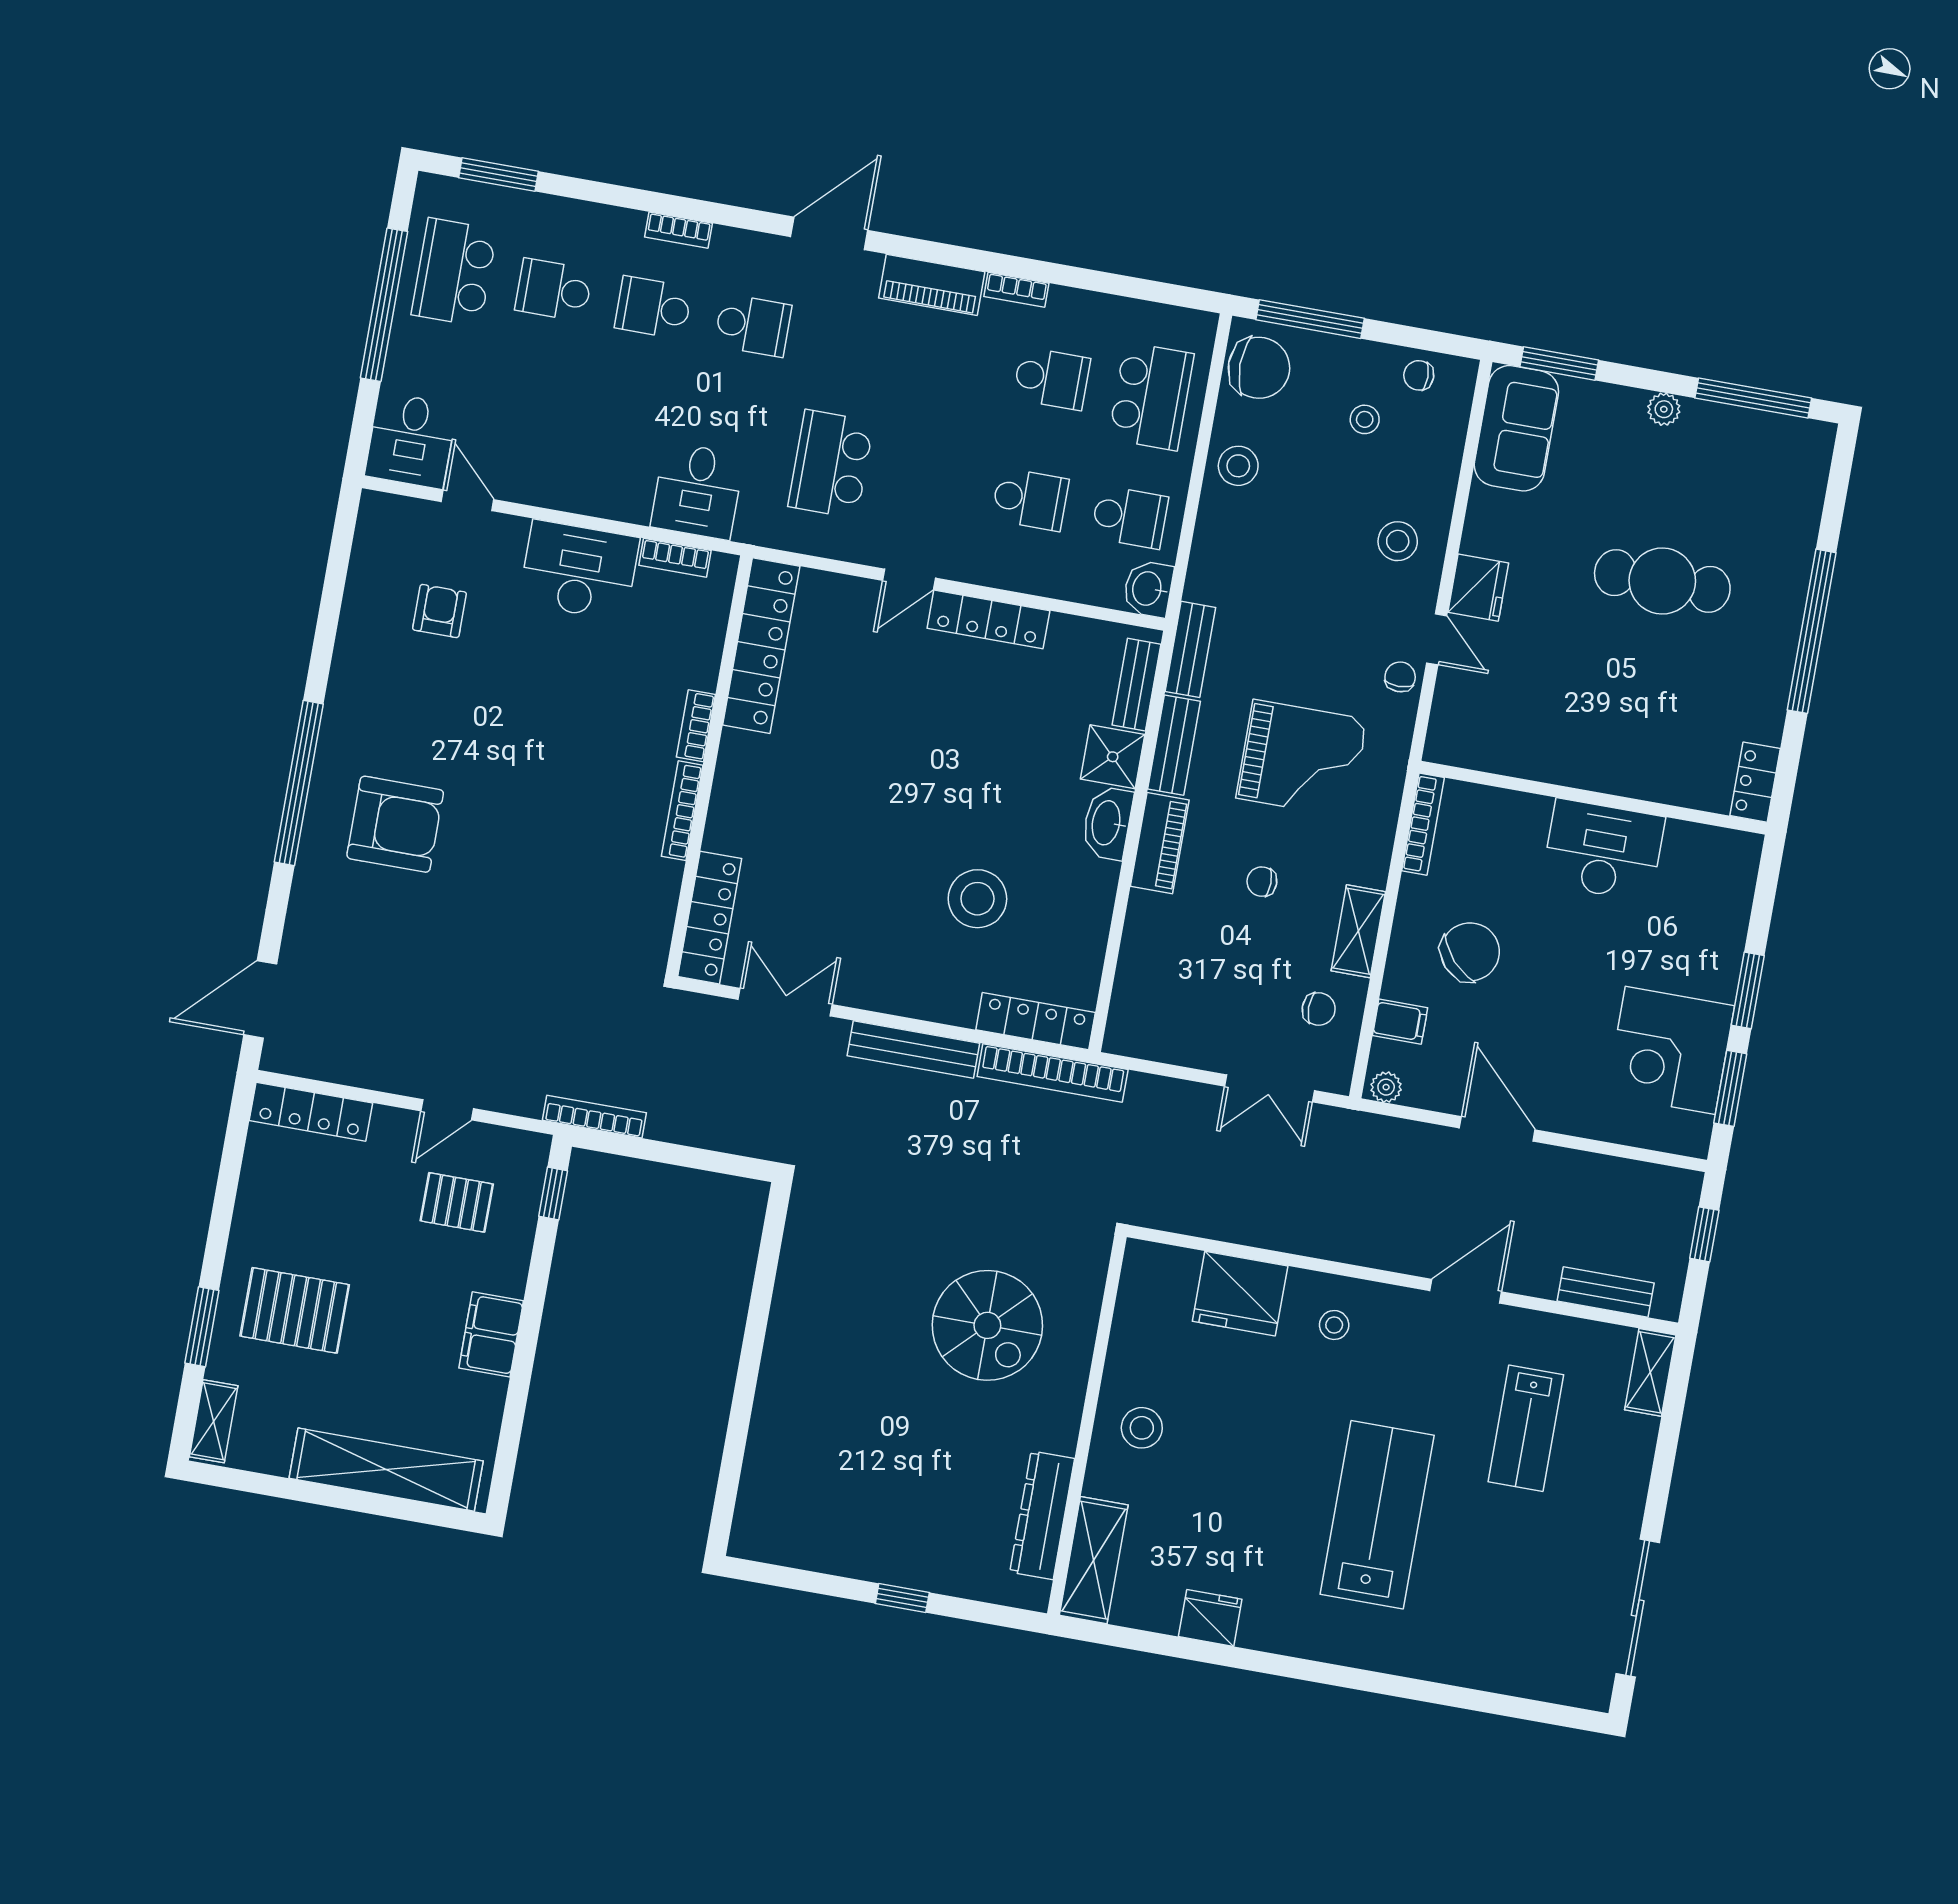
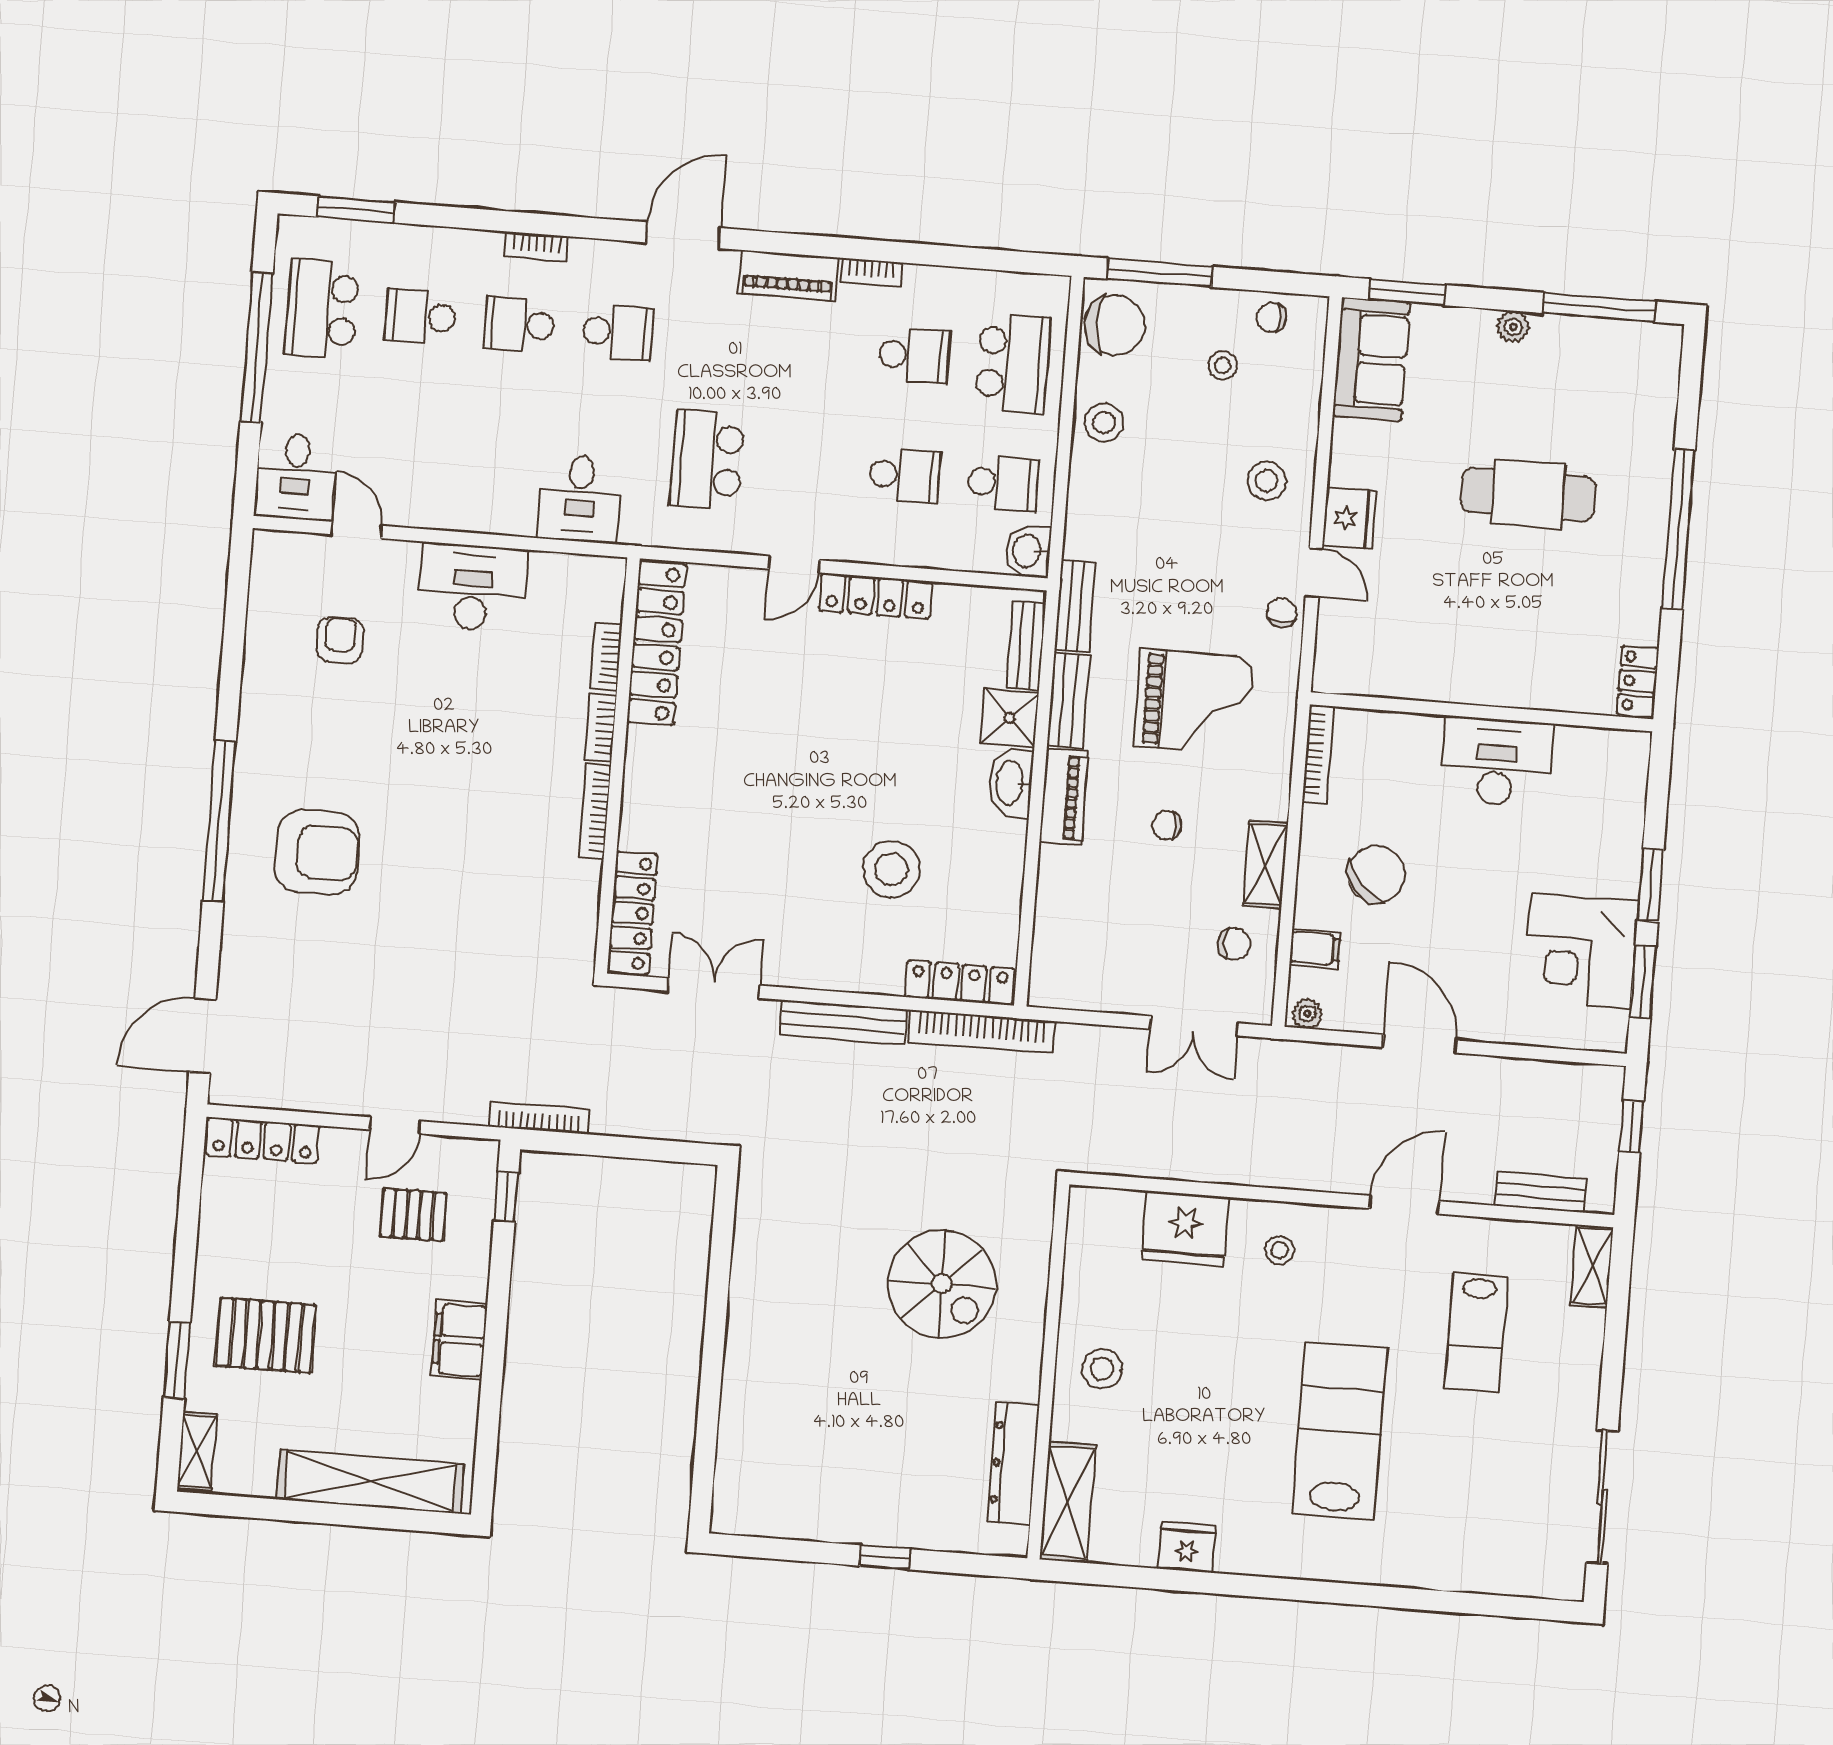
bookcase: (675, 558) -> (606, 657), moved, turned 90

